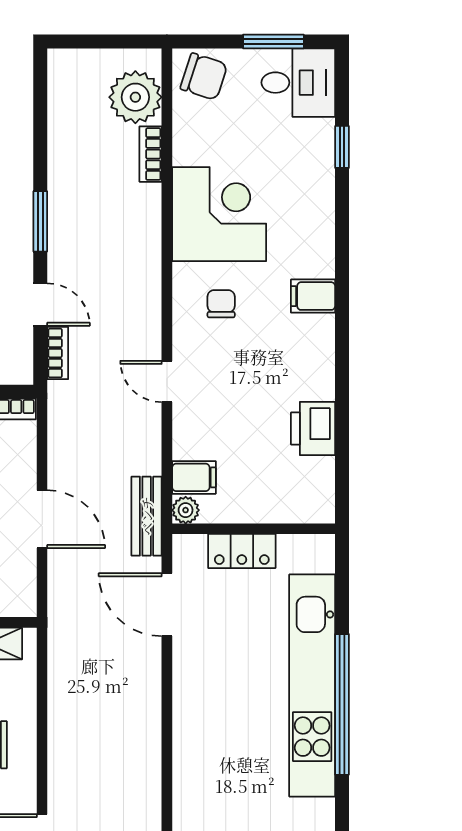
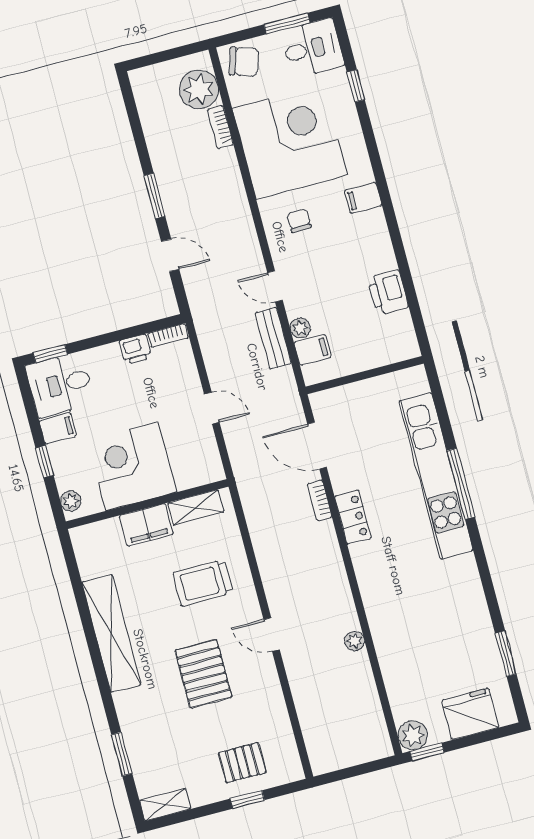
corner desk: (219, 214) -> (290, 142), width x1.36, depth x1.36
bookcase: (58, 353) -> (320, 500), moved, turned 180
plant: (186, 510) -> (300, 328), moved
bench: (147, 516) -> (273, 338), moved
door: (42, 519) -> (212, 408), width x0.73
locker: (242, 551) -> (353, 517), moved, turned -90
window: (342, 704) -> (461, 484), width x0.68

